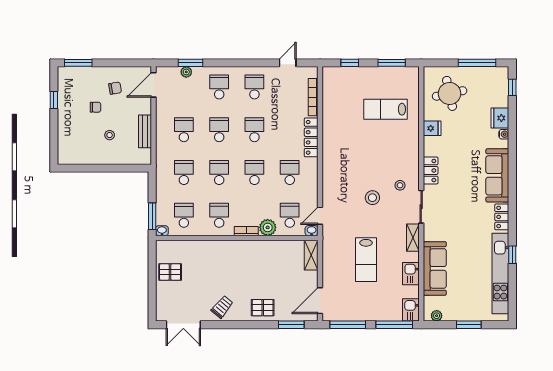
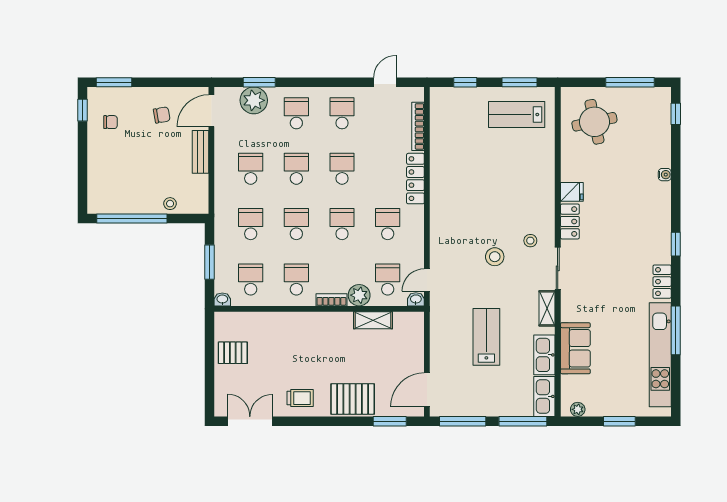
plant: (186, 72) -> (254, 100), width x1.87, depth x1.87
window: (54, 100) -> (82, 110), moved
chair: (96, 107) -> (110, 122), moved
lab bench: (386, 109) -> (517, 115), moved
fridge: (500, 118) -> (660, 154), removed
fridge: (432, 128) -> (572, 192), moved
bench: (145, 131) -> (200, 152), moved
stool: (110, 135) -> (170, 204), moved
window: (92, 168) -> (132, 219), added
sofa: (497, 175) -> (656, 228), removed
window: (512, 188) -> (676, 244), added
window: (152, 216) -> (210, 262), moved
shelving: (311, 255) -> (373, 320), moved, turned 90
window: (512, 255) -> (676, 330), width x2.17
lab bench: (366, 260) -> (486, 337), turned 180
sofa: (435, 268) -> (575, 348), width x0.73
kitchen sink: (411, 274) -> (544, 355), width x1.38
trolley: (222, 307) -> (300, 398), turned 50
pallet: (263, 308) -> (353, 399), width x1.50, depth x1.42
kitchen sink: (411, 310) -> (544, 396), width x1.38
double door: (183, 325) -> (250, 421), swing flipped

